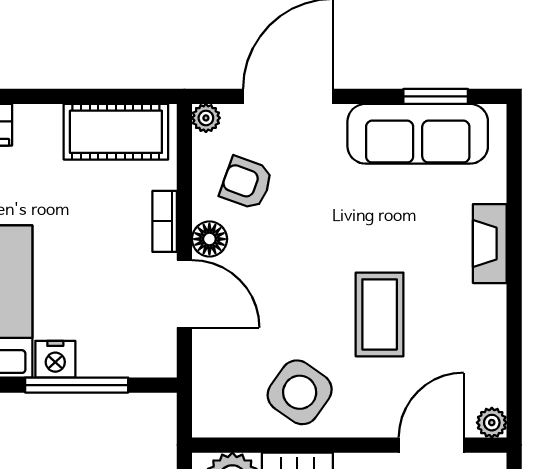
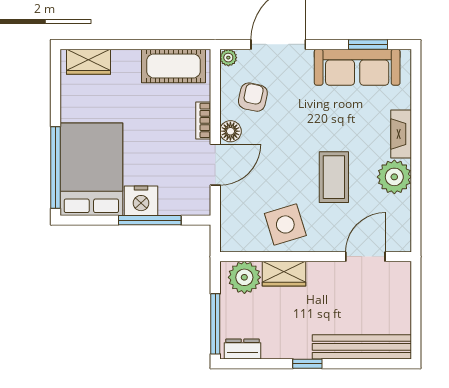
armchair: (246, 183) -> (253, 97), turned 82
door: (184, 294) -> (215, 165), hinge flipped
nightstand: (55, 359) -> (141, 201), width x1.36, depth x1.33
side table: (300, 392) -> (285, 224), turned 38
plant: (492, 423) -> (394, 177), moved, width x1.88, depth x1.88

